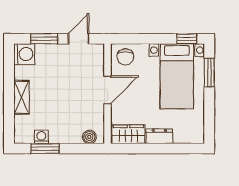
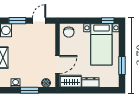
window: (209, 73) -> (122, 66), moved
door: (107, 90) -> (58, 64), moved
window: (45, 149) -> (30, 90), moved

